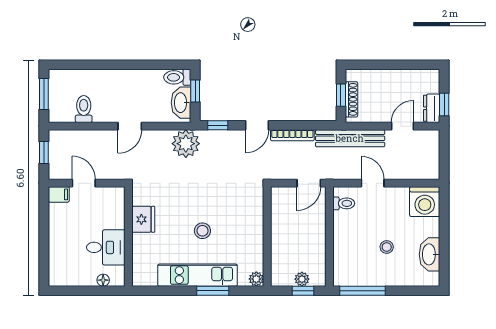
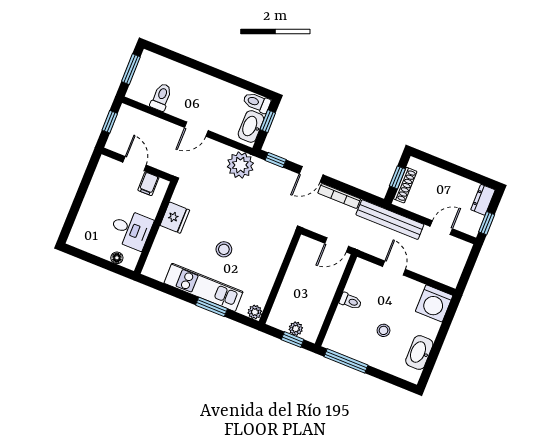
dresser: (432, 108) -> (483, 200), moved
filing cabinet: (59, 194) -> (148, 184), moved, turned 90
toilet: (344, 203) -> (351, 301), moved

